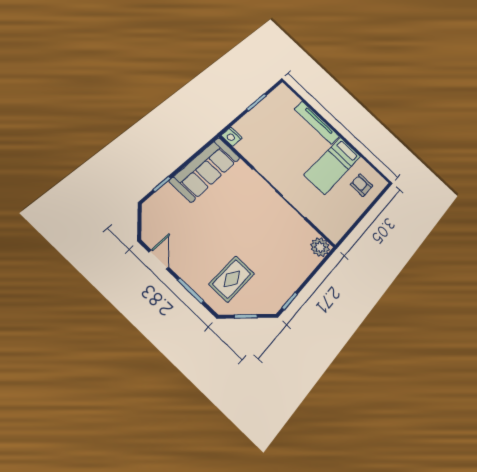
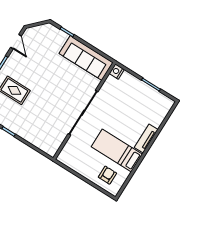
tv unit: (317, 123) -> (146, 138), width x0.71
plant: (320, 247) -> (51, 148), removed
door: (159, 260) -> (16, 42), hinge flipped

